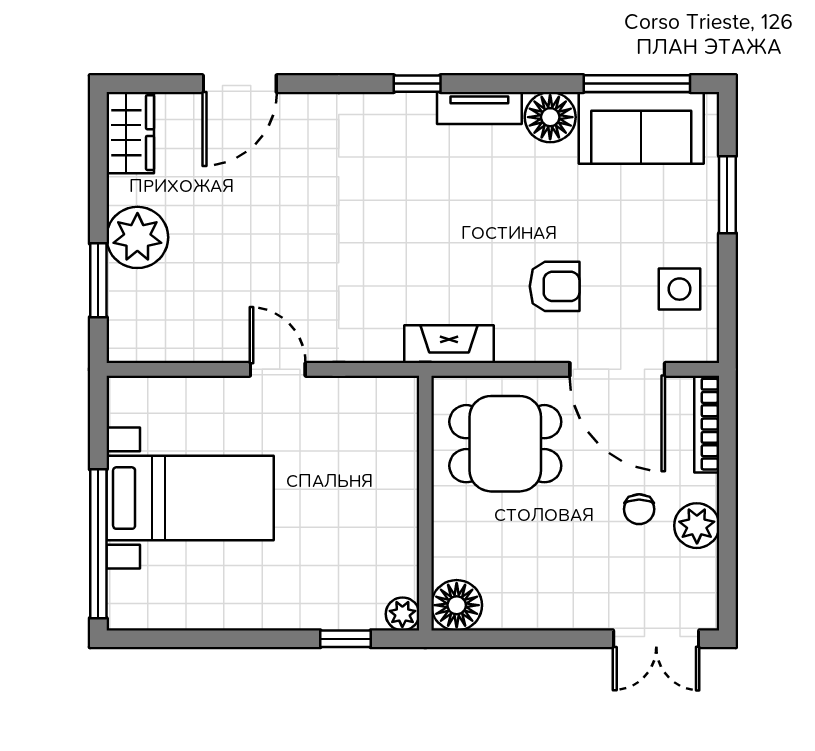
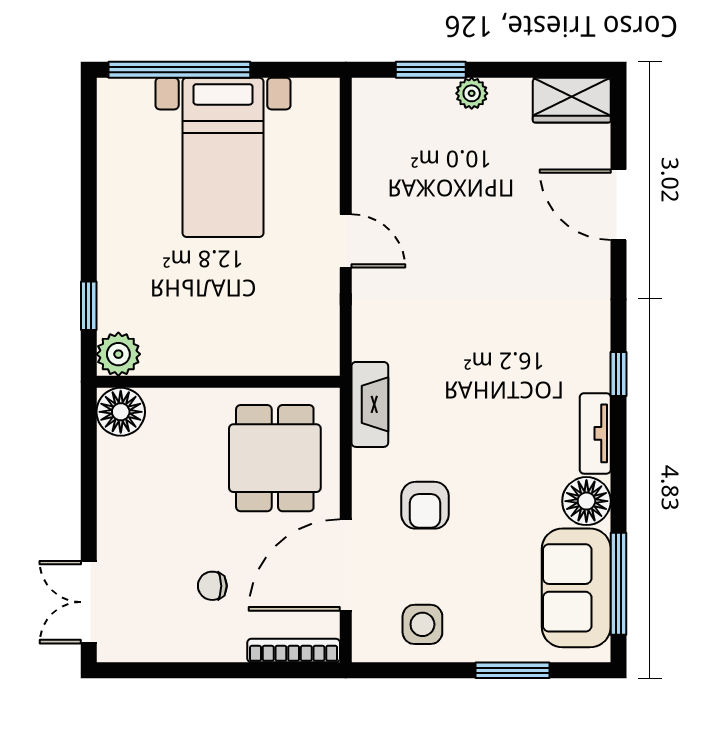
plant: (137, 237) -> (472, 93), width x0.53, depth x0.53
door: (278, 369) -> (346, 241), hinge flipped
plant: (697, 526) -> (197, 641), removed
plant: (402, 614) -> (118, 354), width x1.38, depth x1.38

